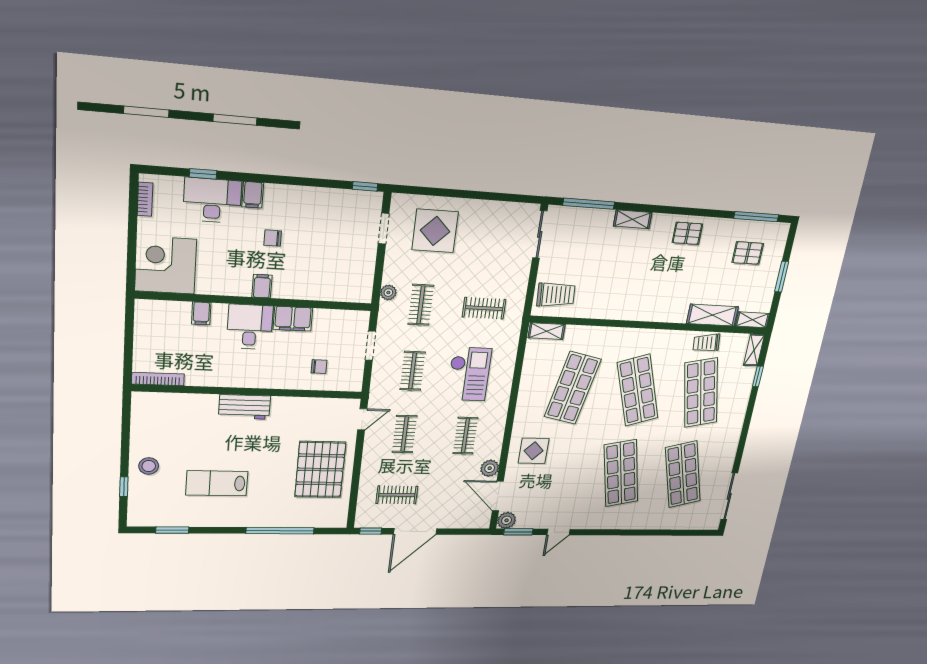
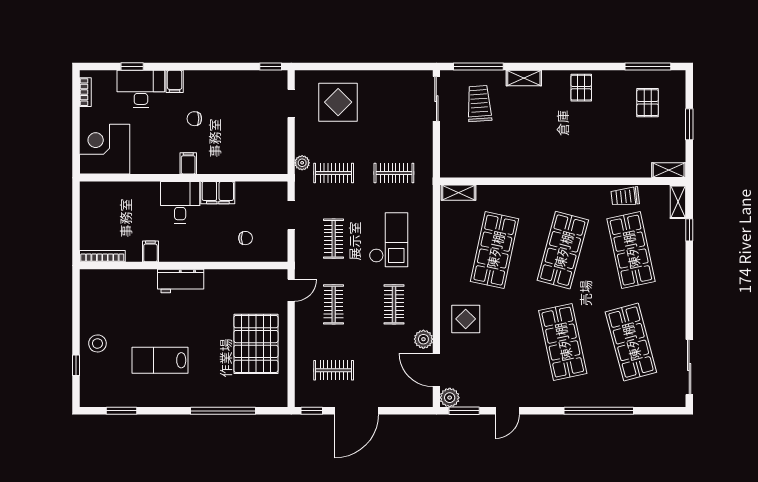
pallet: (687, 233) -> (581, 88), turned 90
pallet: (748, 253) -> (648, 103), turned 90
trolley: (556, 295) -> (479, 104), moved, turned -91
clothes rail: (421, 305) -> (334, 173), turned 90
filing cabinet: (201, 313) -> (150, 251), moved, turned 180
shelving: (712, 315) -> (625, 168), removed
shop shelf: (638, 390) -> (563, 250), turned 33
window: (641, 532) -> (599, 411), added

